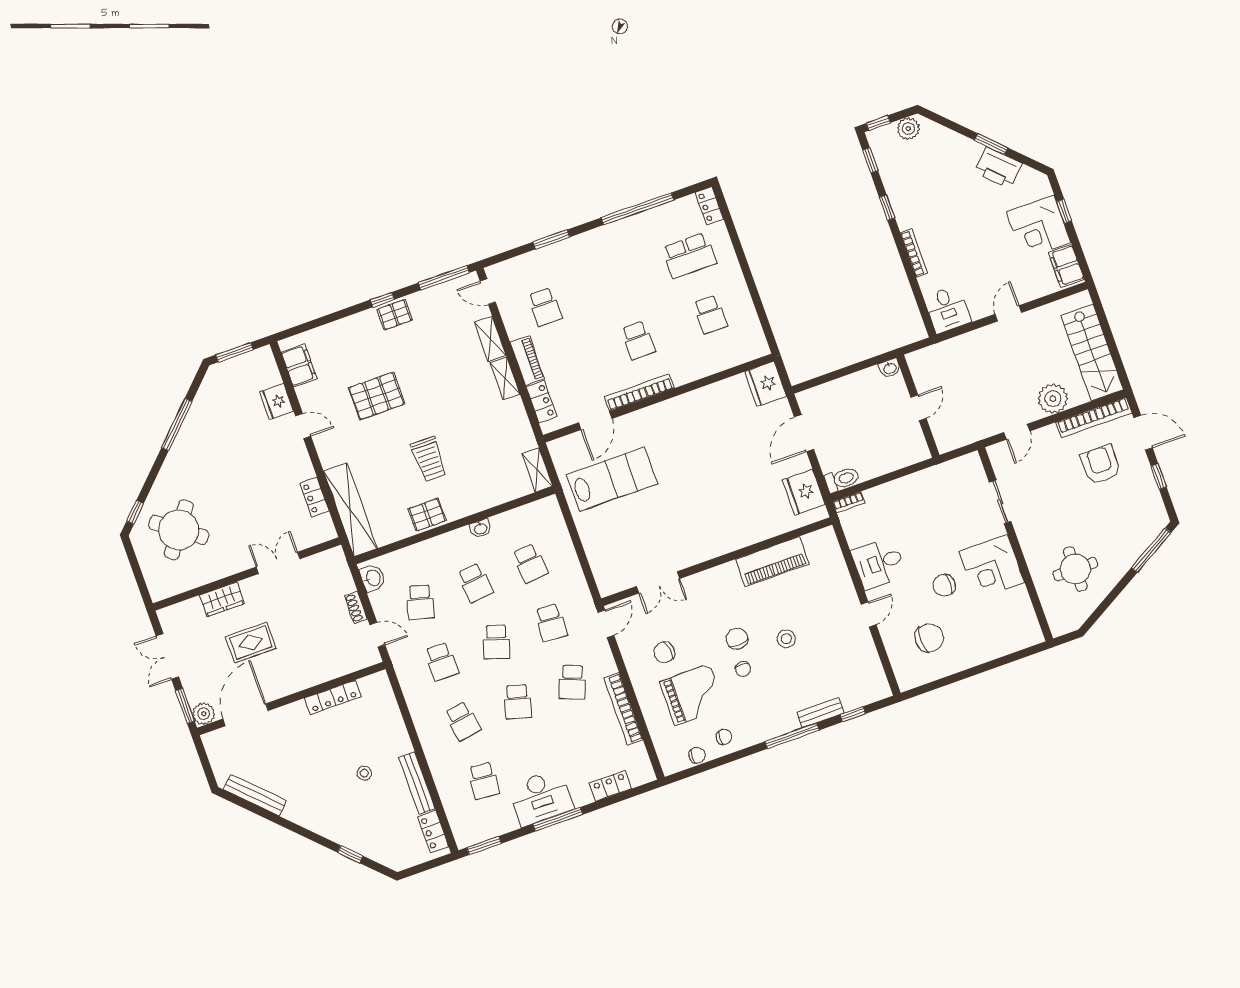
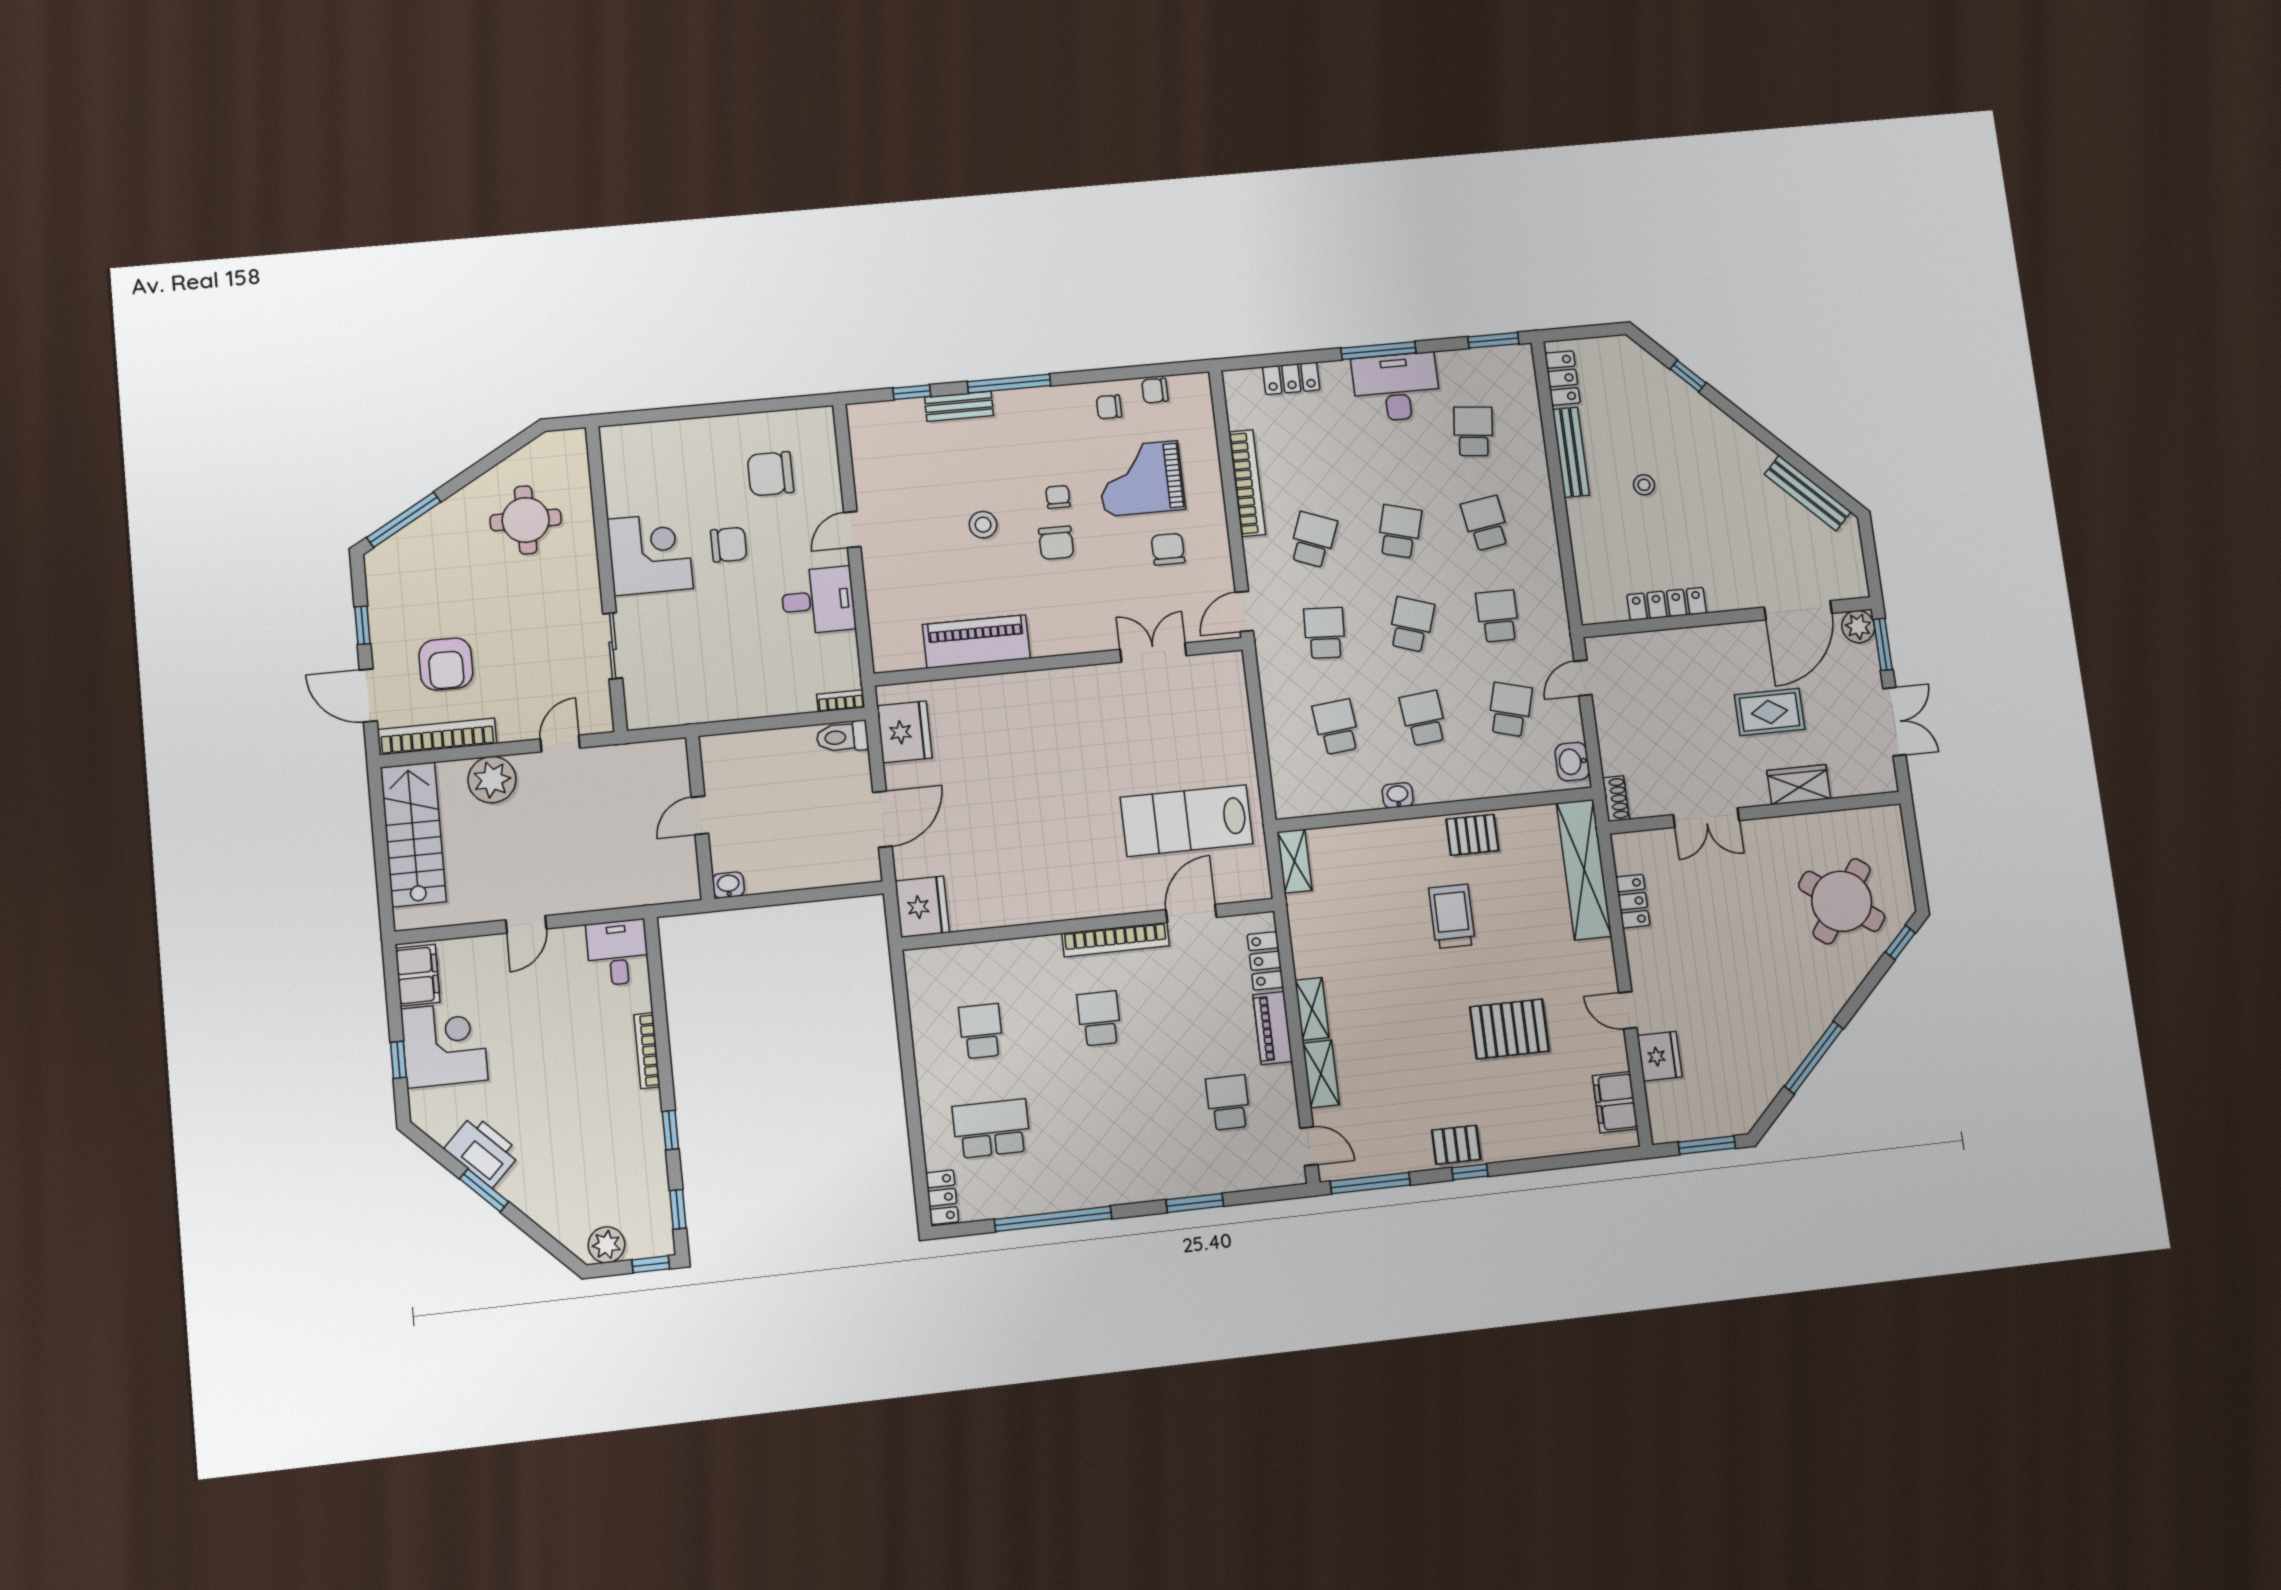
shoe rack: (356, 607) -> (1616, 799), moved
door: (377, 635) -> (1583, 678), hinge flipped
chair: (664, 652) -> (1168, 549), turned -81

